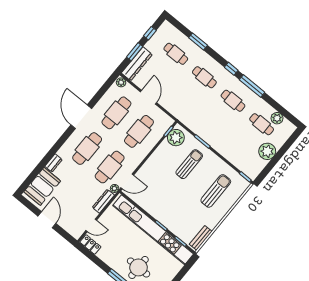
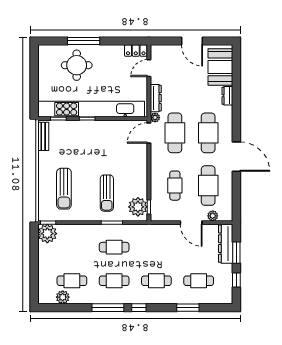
plant: (121, 82) -> (213, 216), moved
cafe table: (214, 123) -> (114, 247), added
cafe table: (139, 131) -> (175, 186), width x0.73, depth x0.74
plant: (267, 151) -> (47, 234), moved

